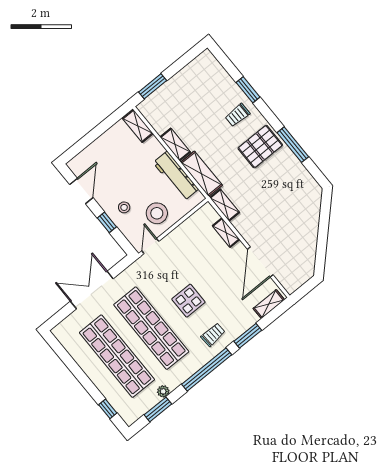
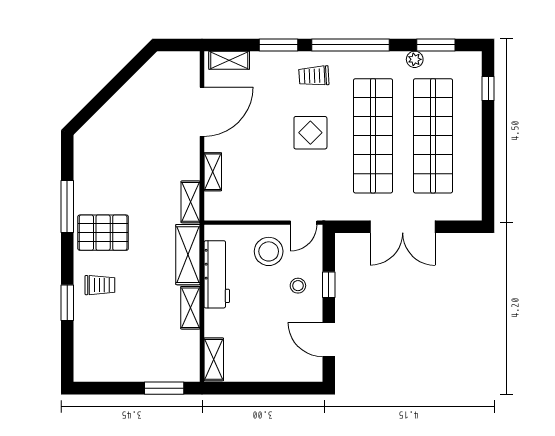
door: (81, 191) -> (329, 340), hinge flipped

